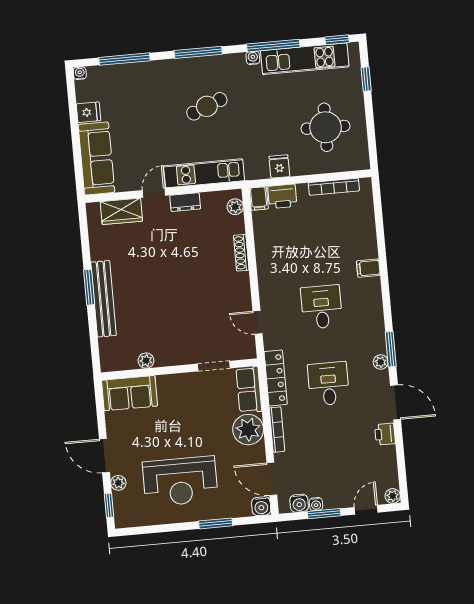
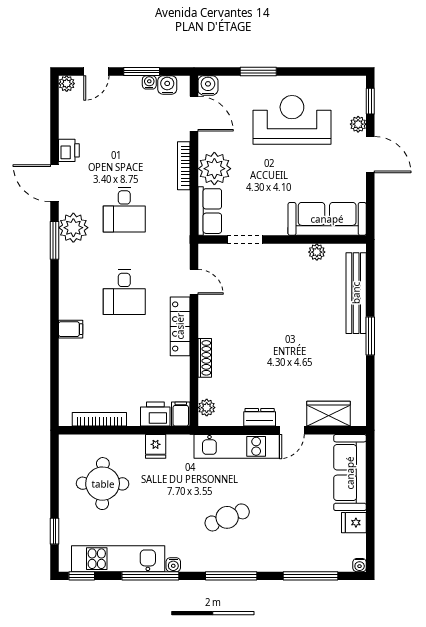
bench: (103, 299) -> (356, 293), moved
plant: (381, 362) -> (73, 228), width x1.88, depth x1.88
locker: (276, 378) -> (180, 326), moved
sofa: (130, 393) -> (327, 219), width x1.36

